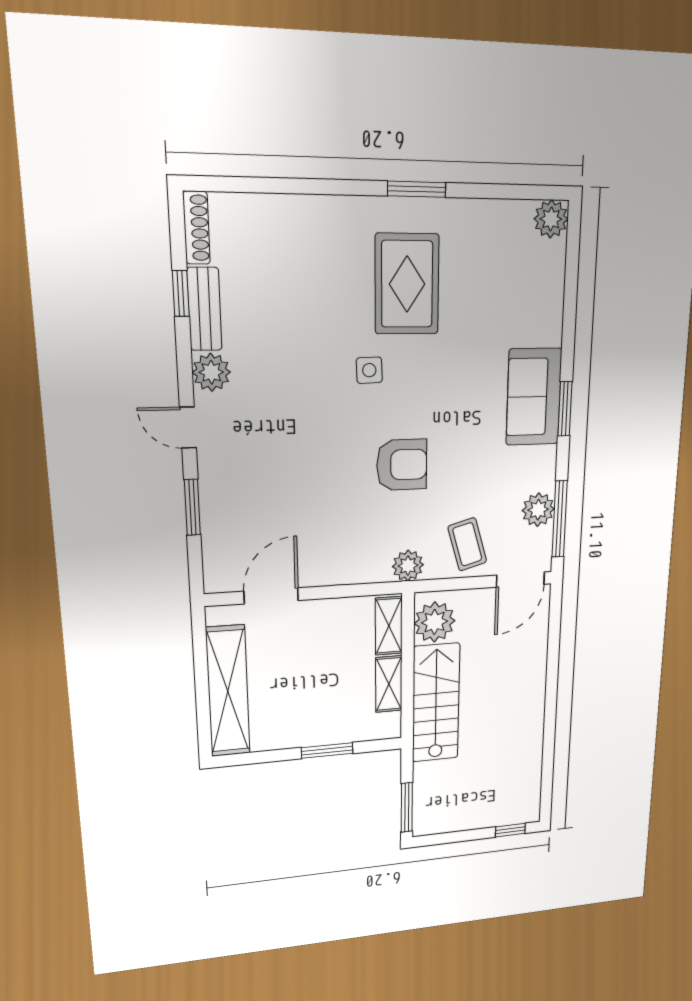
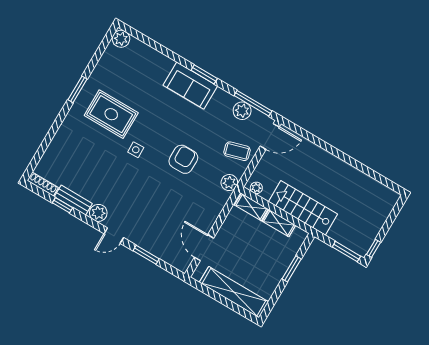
door: (520, 580) -> (270, 136), hinge flipped
plant: (435, 622) -> (256, 188), width x0.53, depth x0.53
window: (510, 830) -> (374, 248), moved

